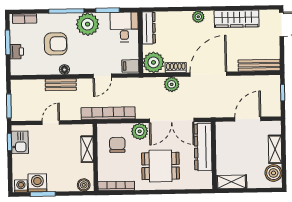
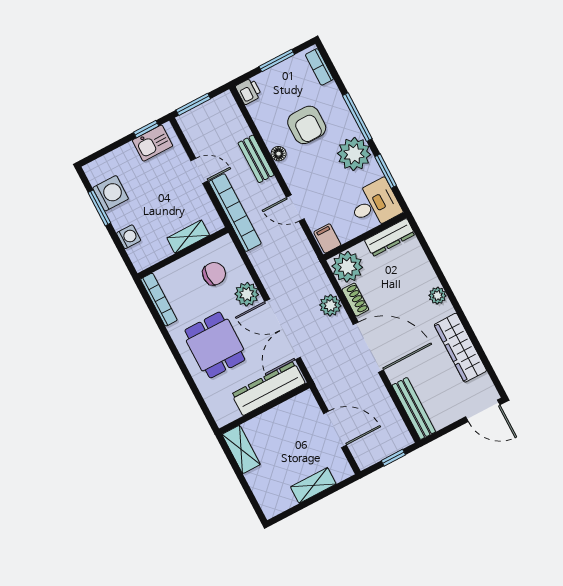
printer: (17, 52) -> (249, 91), moved, turned -90
bookcase: (108, 113) -> (235, 213), moved
boiler: (273, 173) -> (281, 499), removed
boiler: (84, 185) -> (139, 256), removed
washing machine: (21, 186) -> (129, 237), moved

